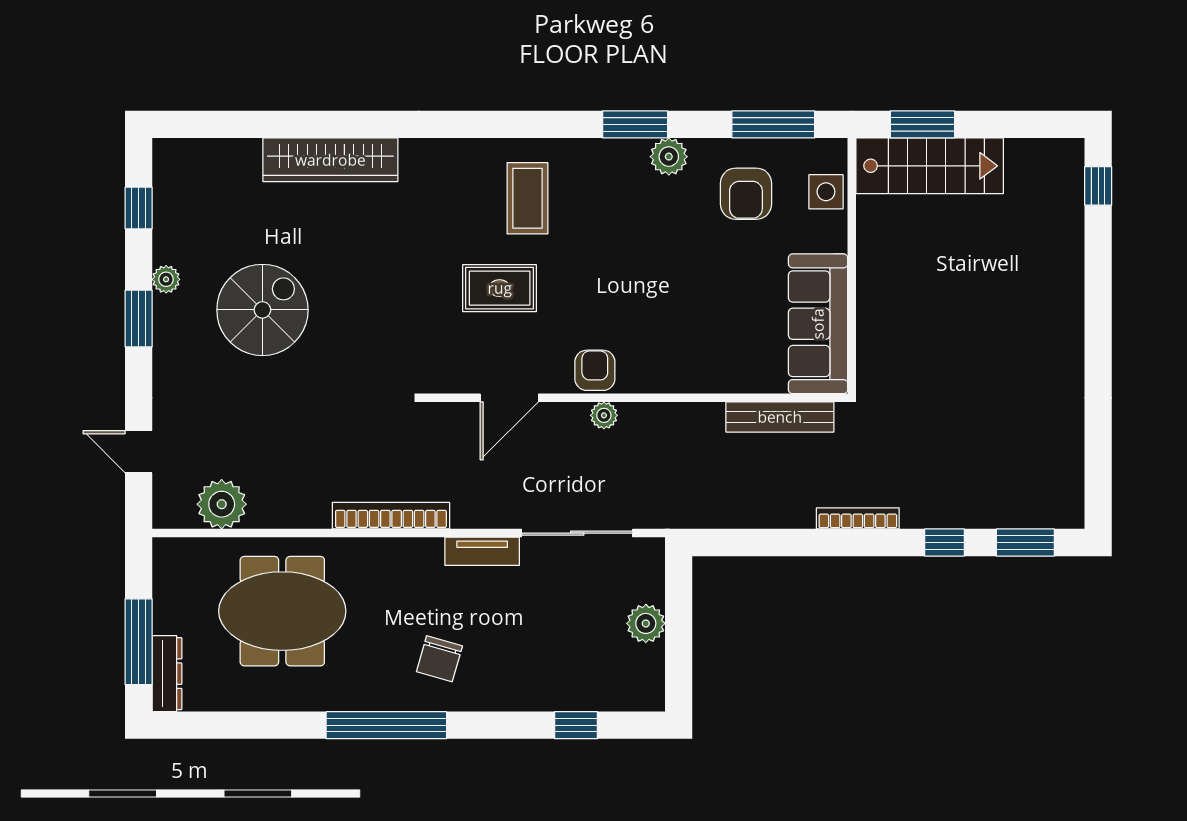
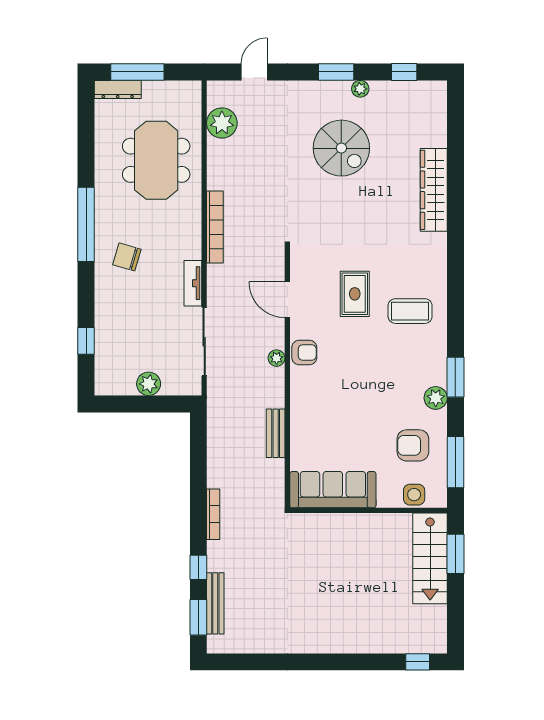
bench: (780, 417) -> (276, 433), moved, width x0.73
bench: (1003, 515) -> (215, 603), added

